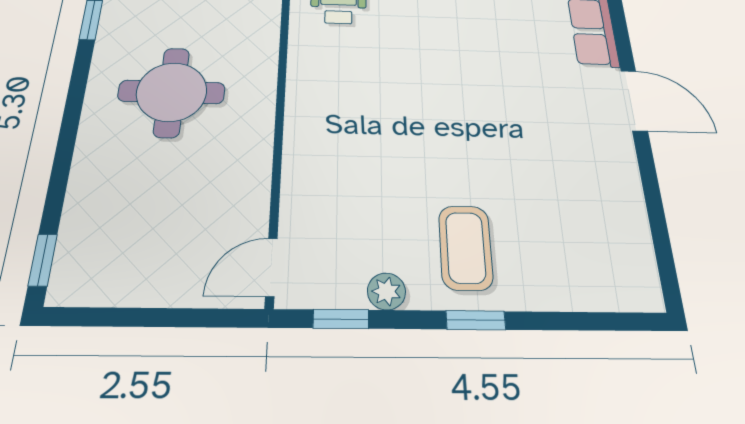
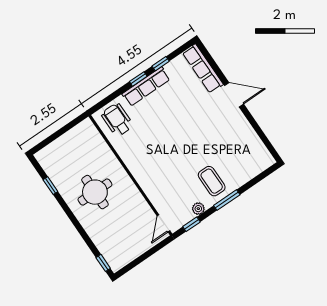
window: (476, 320) -> (227, 200), width x1.50

